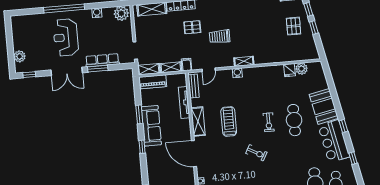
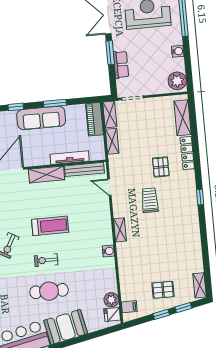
row of seats: (102, 60) -> (121, 65), width x0.68
filing cabinet: (186, 65) -> (129, 307), moved
fridge: (289, 70) -> (112, 314), moved
water cooler: (237, 73) -> (108, 251), moved
bench: (194, 86) -> (84, 169), width x1.36
treadmill: (229, 122) -> (50, 226), moved

